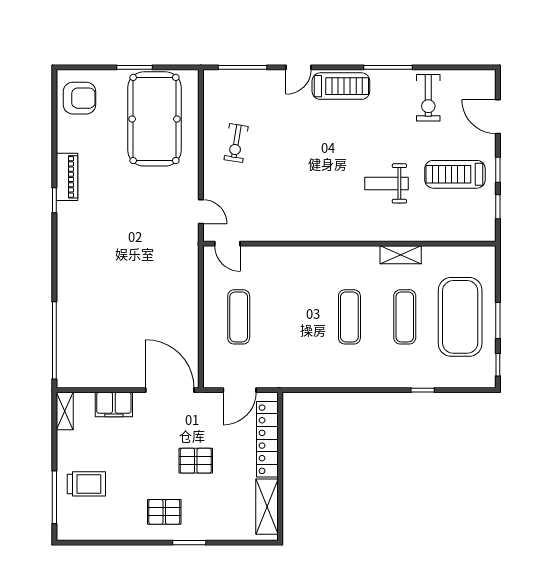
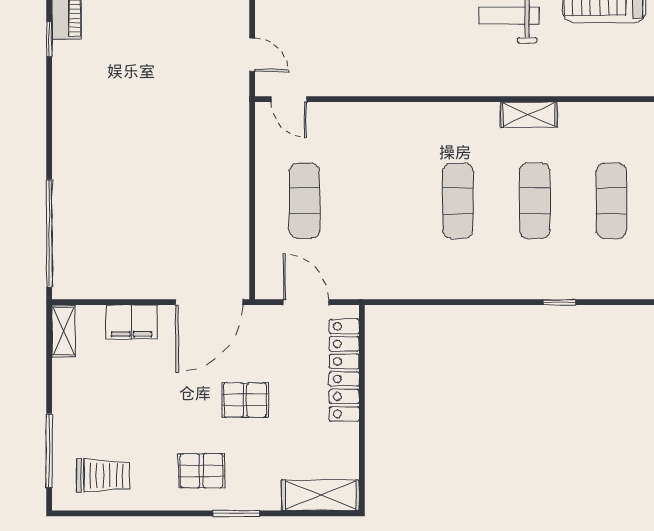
exercise mat: (460, 317) -> (611, 201), width x0.50, depth x0.69
door: (170, 390) -> (209, 302), swing flipped
door: (240, 390) -> (306, 302), swing flipped
trolley: (86, 484) -> (103, 475), moved
shelving: (267, 507) -> (321, 495), moved, turned 90

